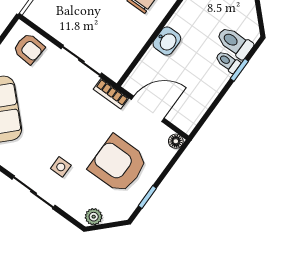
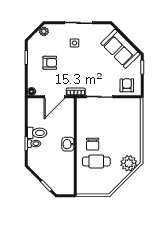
washbasin: (167, 41) -> (68, 144), moved
toilet: (235, 43) -> (37, 133), moved
armchair: (29, 49) -> (127, 85), turned 86
armchair: (118, 164) -> (50, 63), width x0.53, depth x0.53

